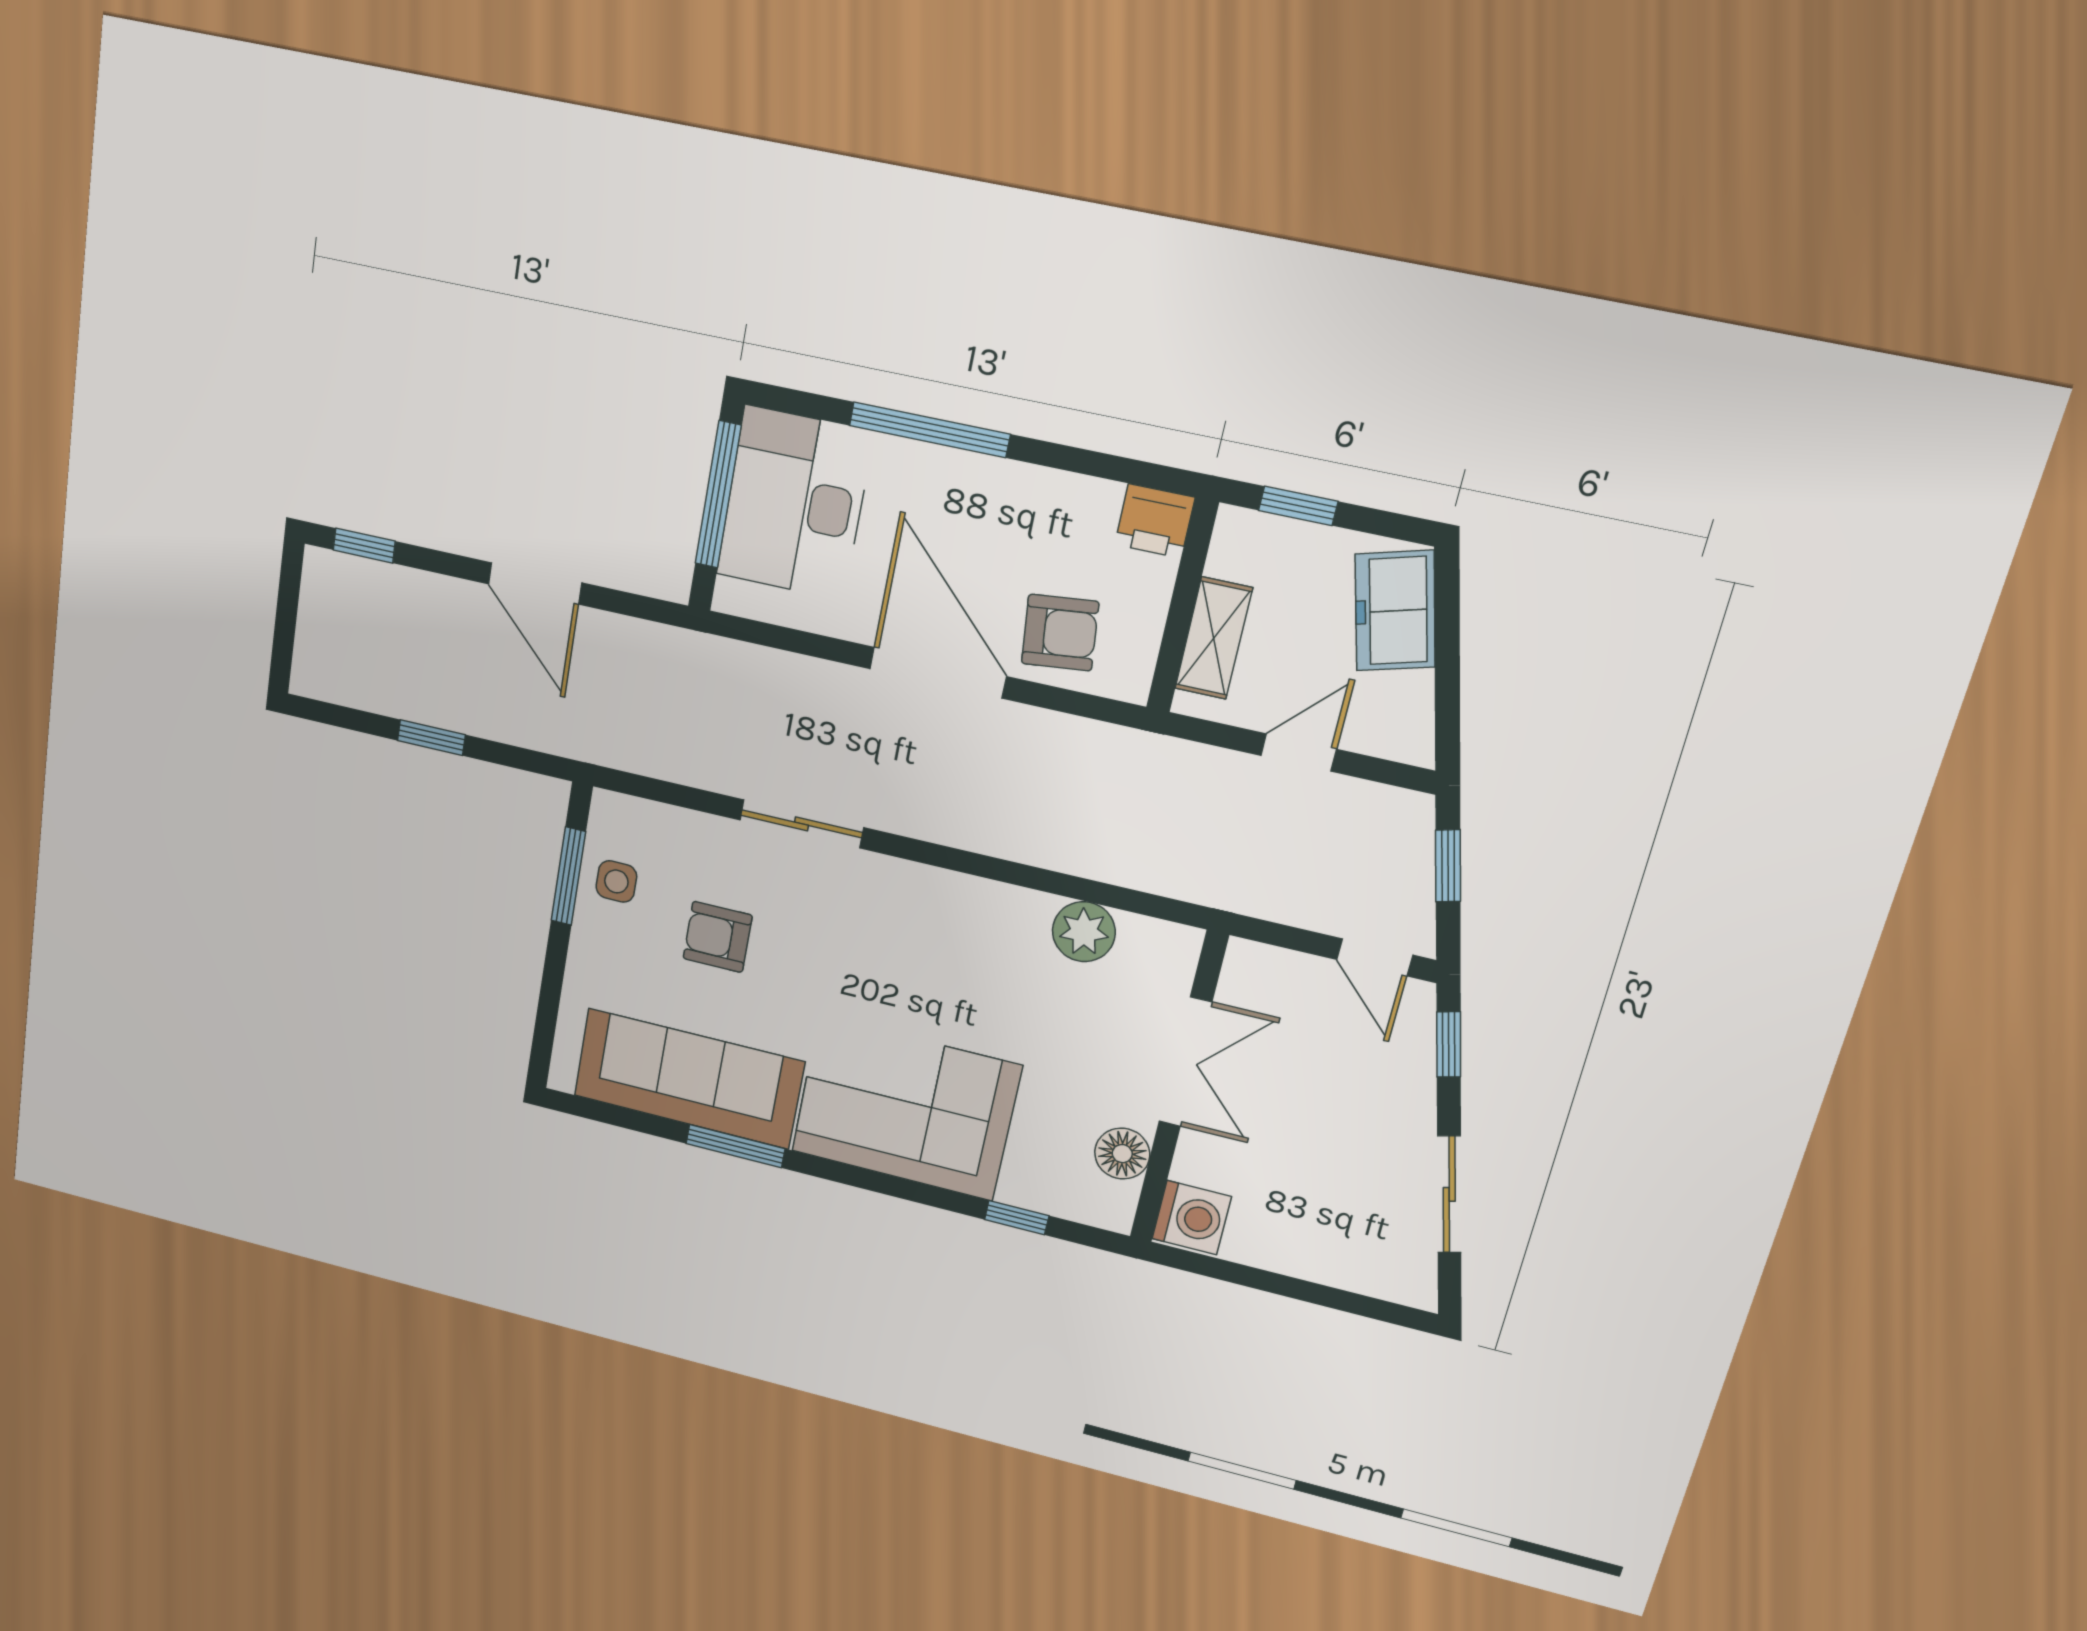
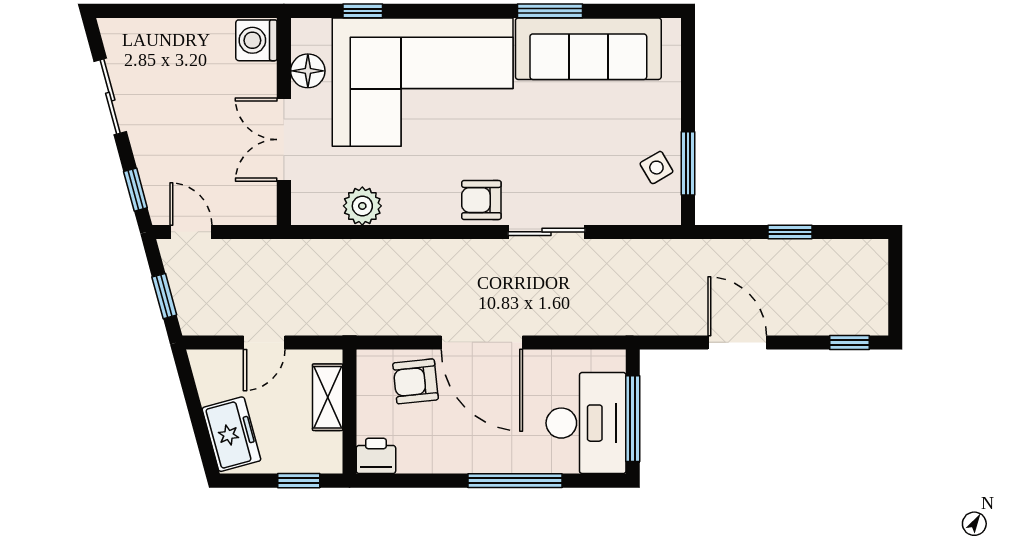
side table: (616, 881) -> (656, 168), turned -30
armchair: (718, 937) -> (481, 200), moved, turned 180
corner sofa: (906, 1108) -> (423, 82), width x1.36, depth x1.36

